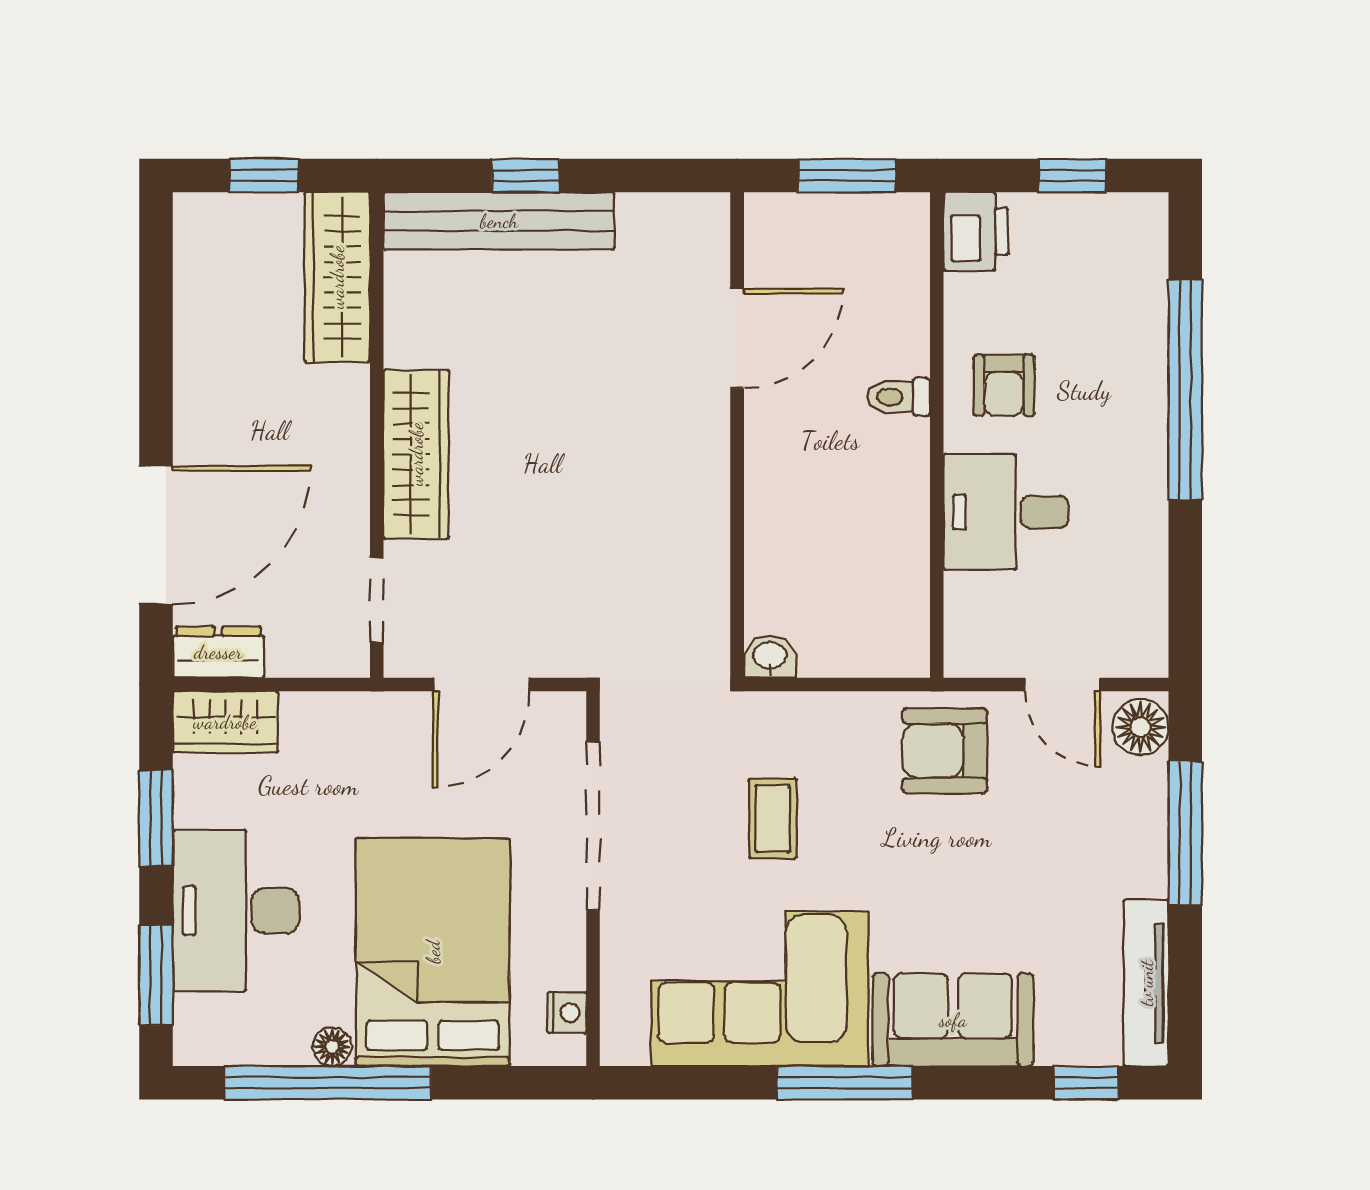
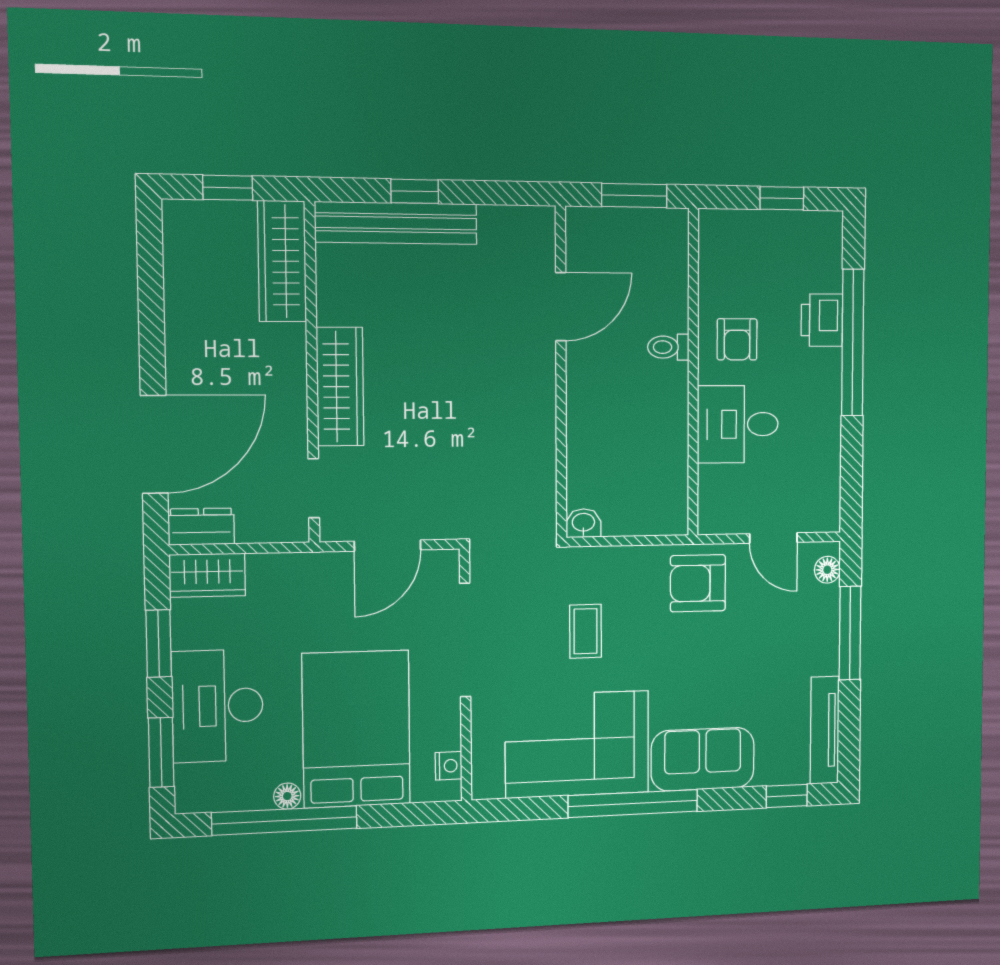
printer: (976, 231) -> (822, 320), moved, turned 180
floor lamp: (1140, 727) -> (827, 570), width x0.73, depth x0.73
window: (845, 1083) -> (633, 803), width x1.46

